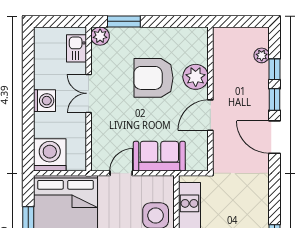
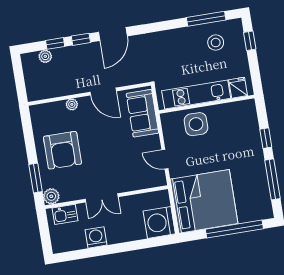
plant: (196, 77) -> (72, 104), width x0.53, depth x0.53
armchair: (153, 78) -> (62, 150), moved
washing machine: (44, 101) -> (96, 237), moved
sofa: (159, 156) -> (142, 113), moved

